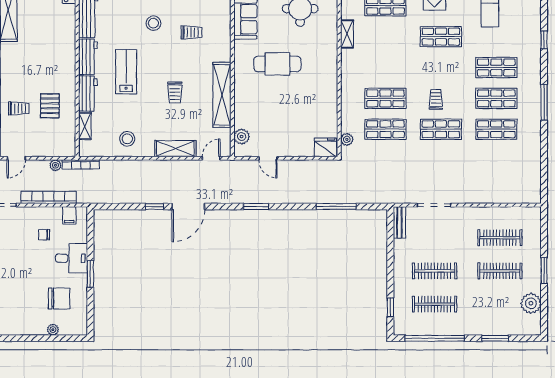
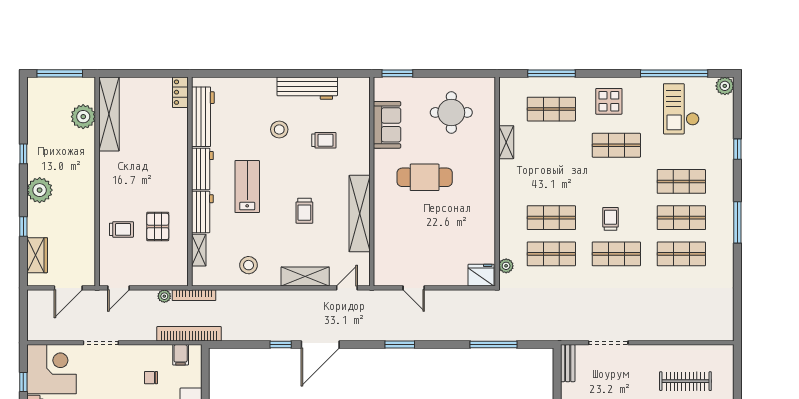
plant: (242, 137) -> (383, 262), removed
bookcase: (48, 197) -> (189, 334), moved

